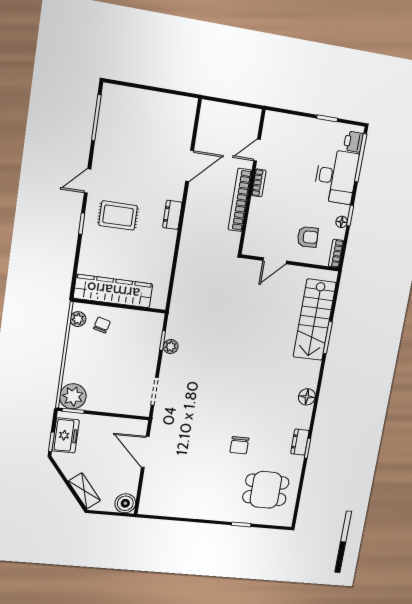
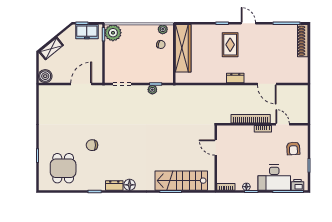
shoe rack: (129, 95) -> (303, 41), added
armchair: (308, 237) -> (293, 148), moved
dresser: (300, 442) -> (114, 186), moved

